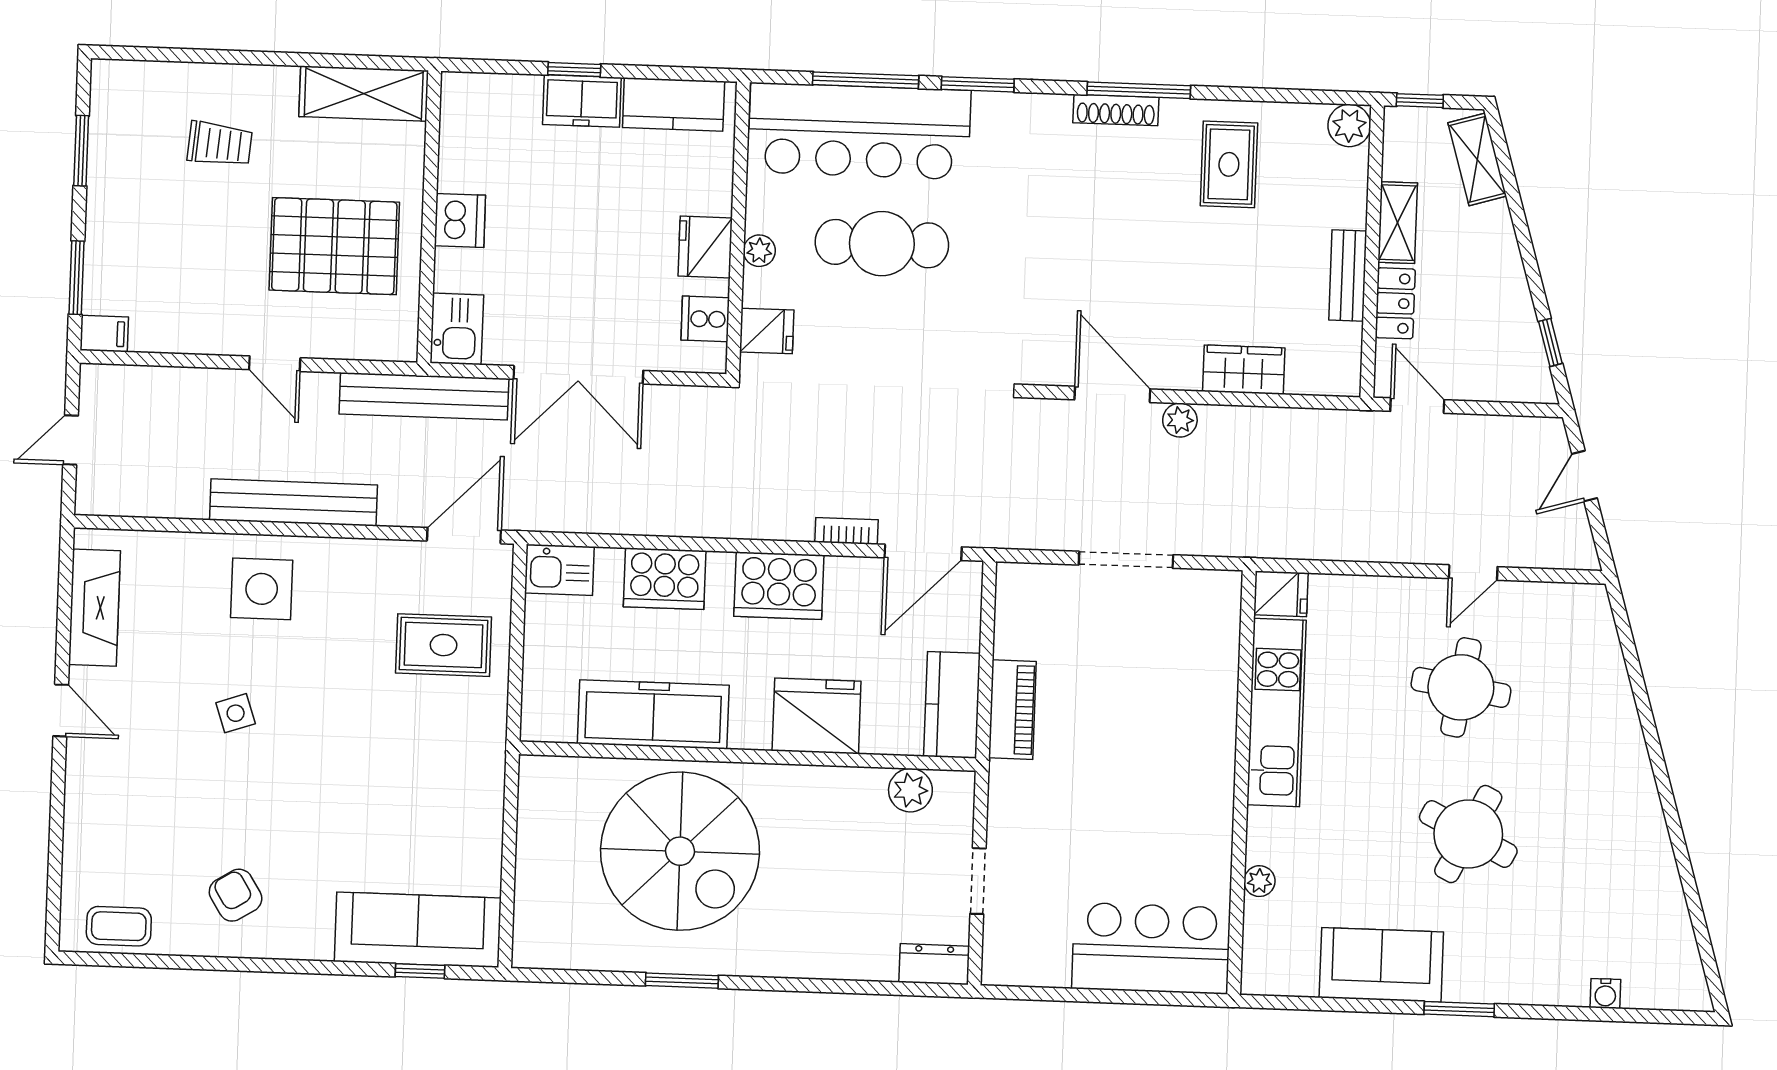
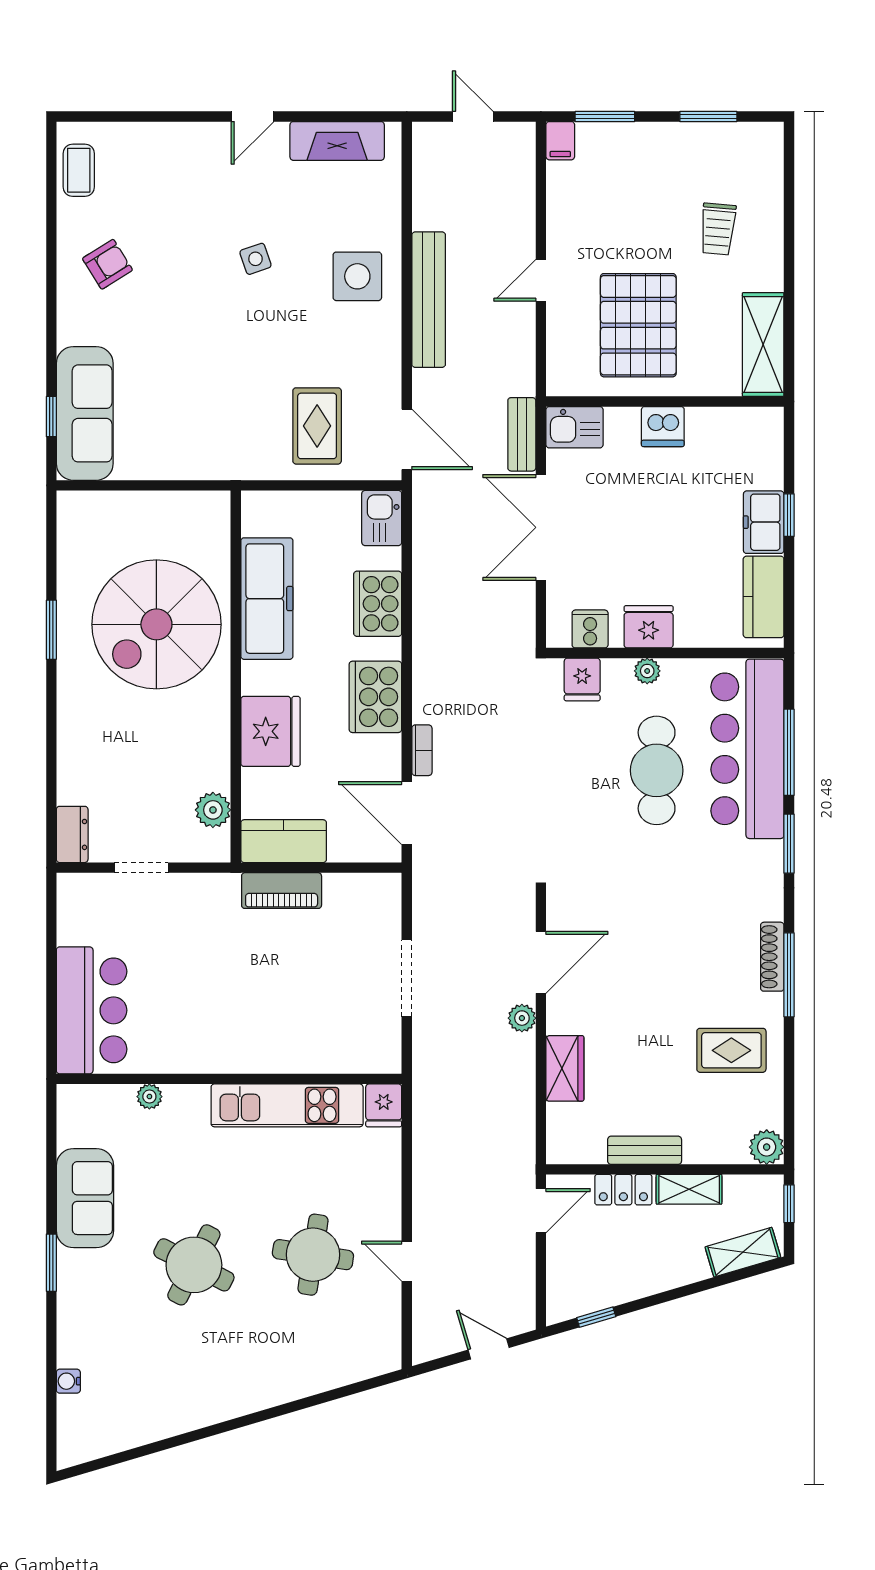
bench: (424, 396) -> (522, 434), width x0.54, depth x0.82

